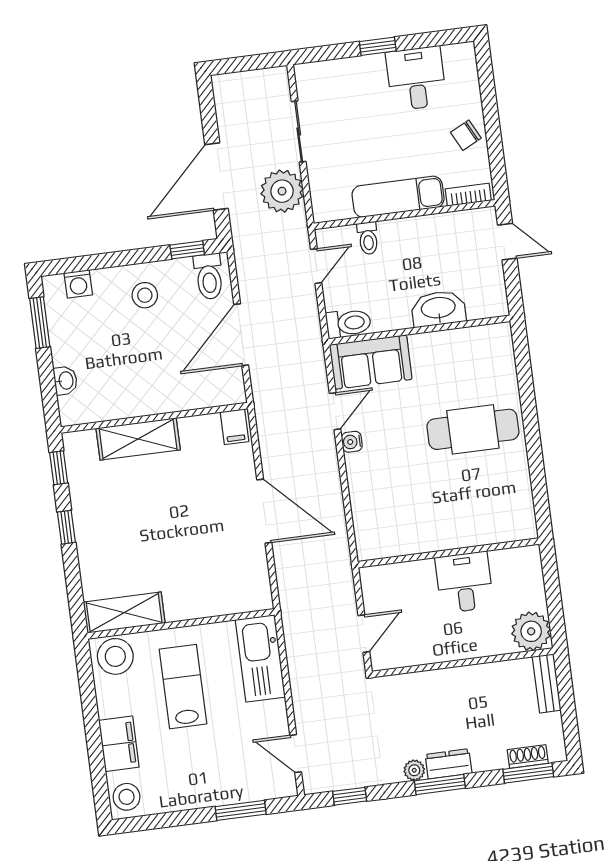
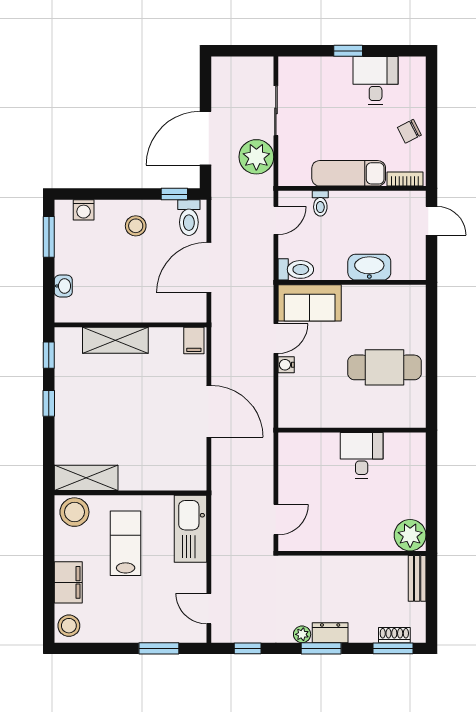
wall: (448, 553) -> (352, 430), moved
desk: (464, 582) -> (362, 455), moved

